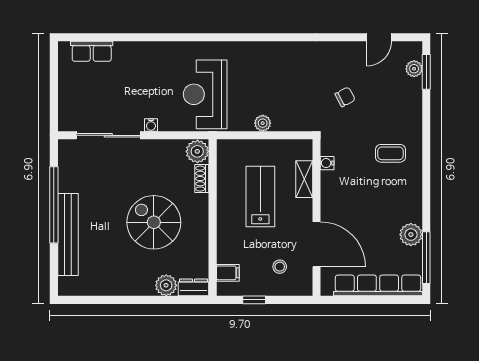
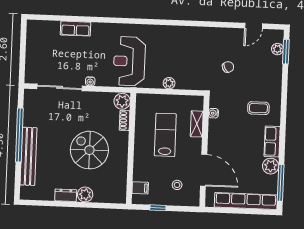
row of seats: (92, 51) -> (75, 29), moved
row of seats: (412, 200) -> (272, 141), added
plant: (166, 285) -> (85, 194), moved
dresser: (194, 287) -> (66, 195), moved

